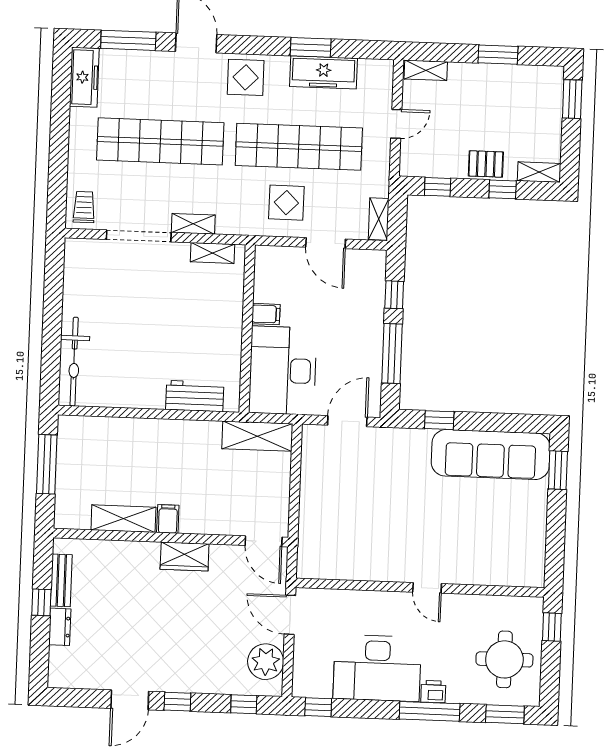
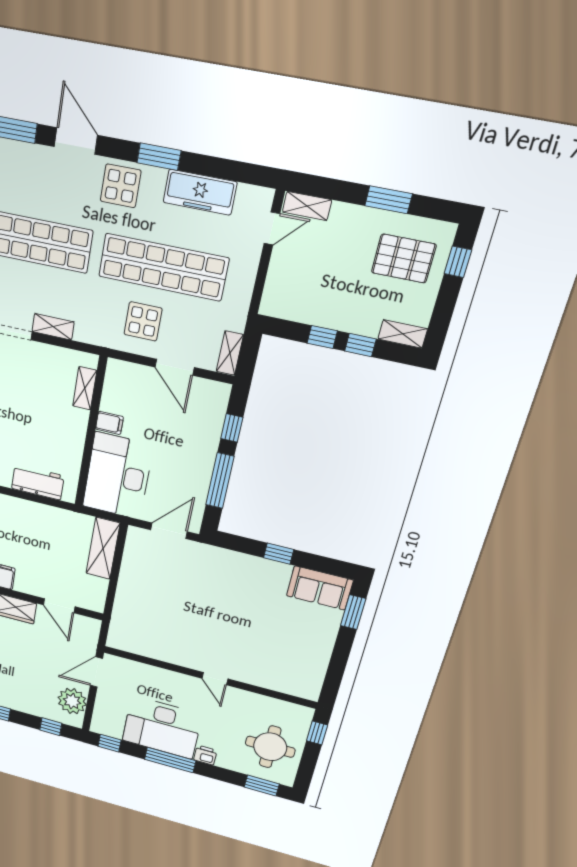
window: (311, 47) -> (159, 157), moved
window: (572, 99) -> (458, 262), width x0.67
door: (396, 124) -> (272, 228), moved
pallet: (486, 164) -> (404, 259), moved, width x1.50, depth x1.42
window: (438, 187) -> (322, 337), moved
shelving: (212, 253) -> (85, 388), moved, turned 90
window: (439, 420) -> (279, 554), moved
shelving: (257, 436) -> (103, 548), moved, turned 90
sofa: (491, 454) -> (320, 588), width x0.54, depth x0.79
door: (264, 541) -> (59, 606), moved
door: (290, 615) -> (96, 672), hinge flipped
window: (430, 711) -> (170, 760), moved

